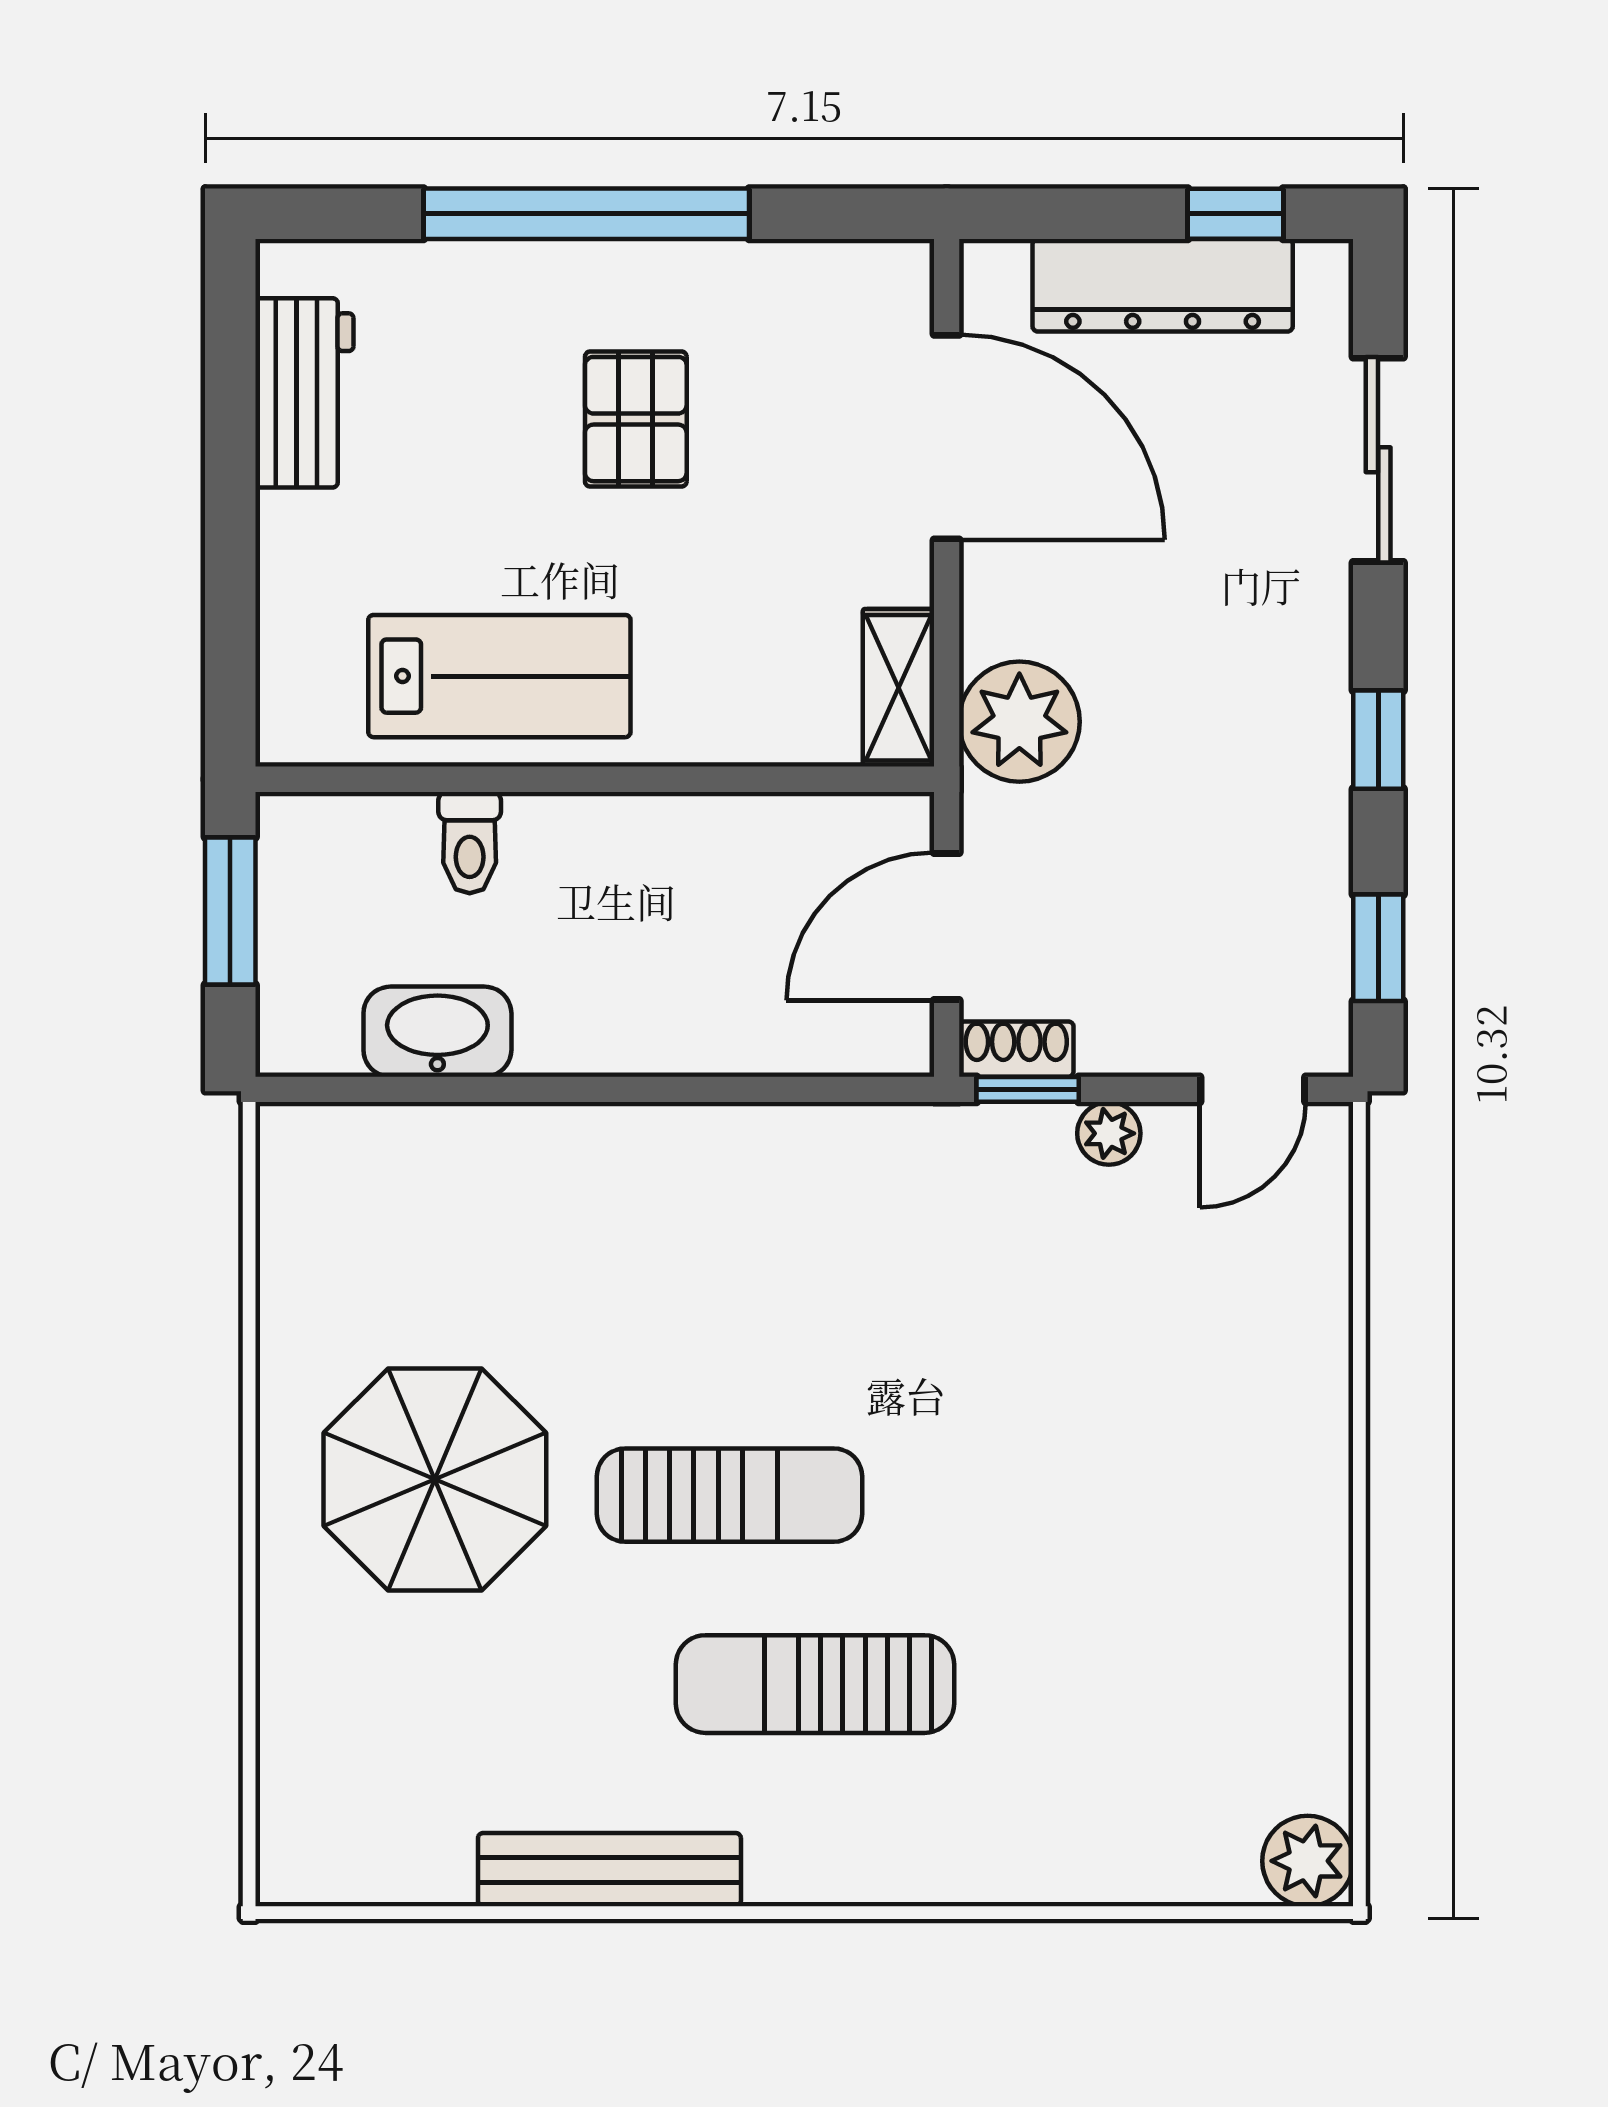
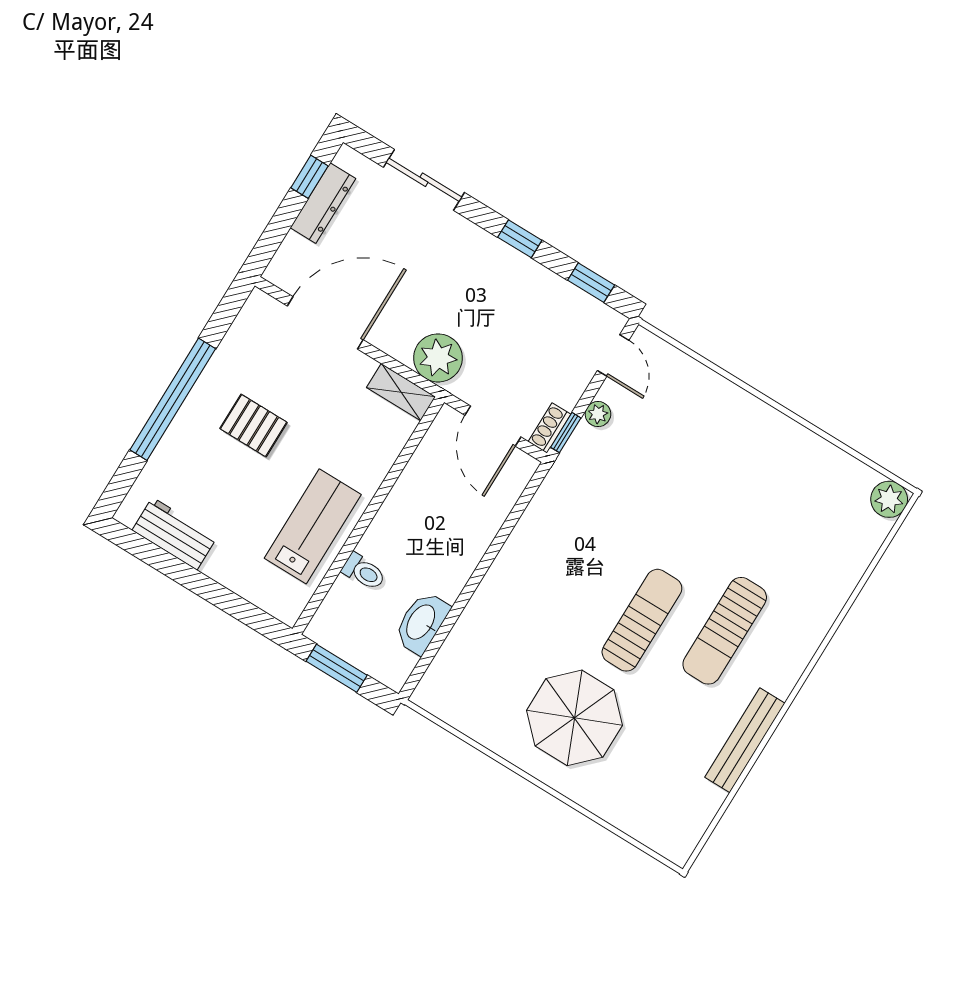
dresser: (1163, 285) -> (323, 203), width x0.73, depth x0.80

